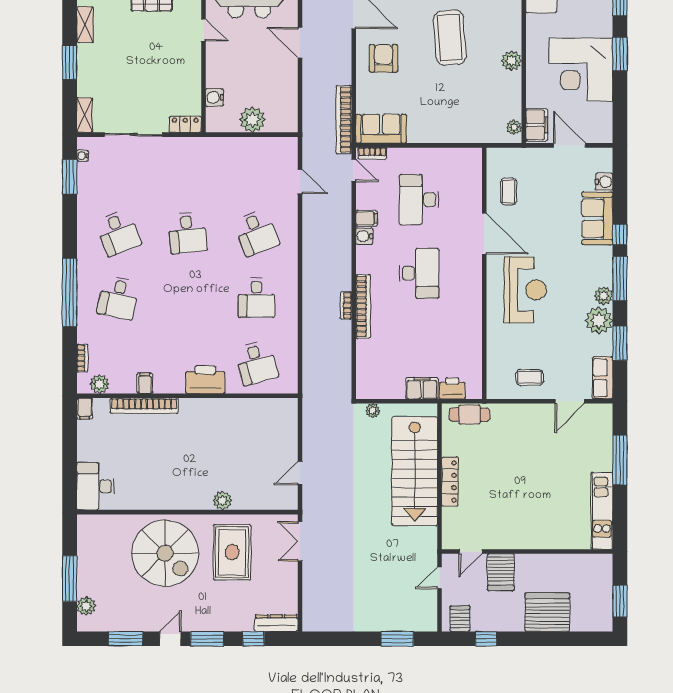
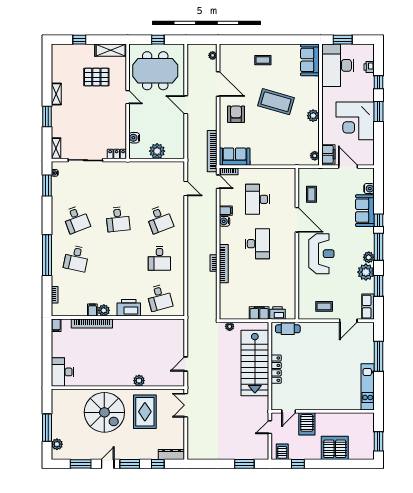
coffee table: (450, 38) -> (276, 102), turned -70
plant: (99, 384) -> (104, 310), moved

